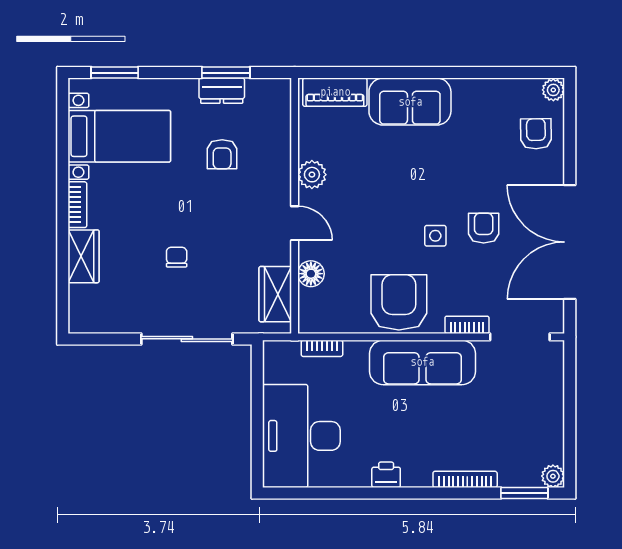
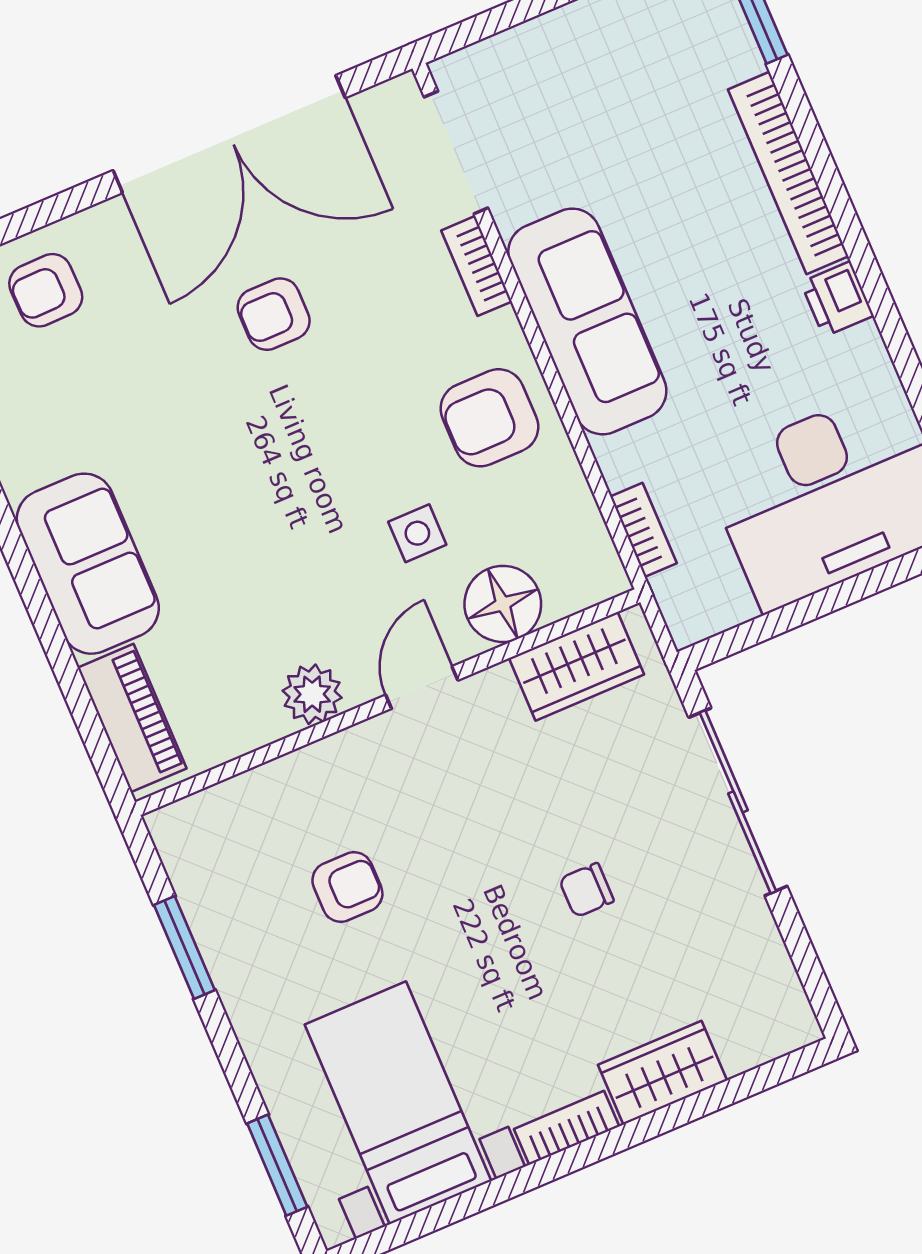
dresser: (222, 91) -> (223, 941), removed
side table: (435, 236) -> (417, 533), moved
floor lamp: (311, 274) -> (503, 604), width x1.38, depth x1.38
armchair: (399, 302) -> (489, 418), width x0.73, depth x0.73
bookcase: (465, 479) -> (788, 173), width x1.48, depth x1.31

